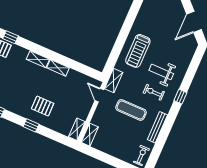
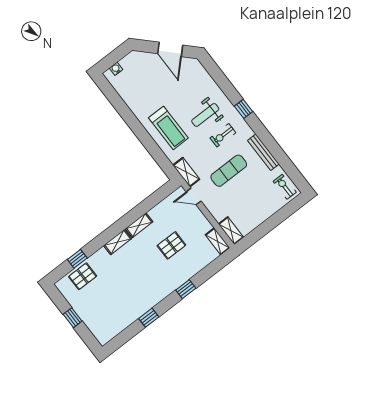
pallet: (43, 106) -> (171, 245), moved

